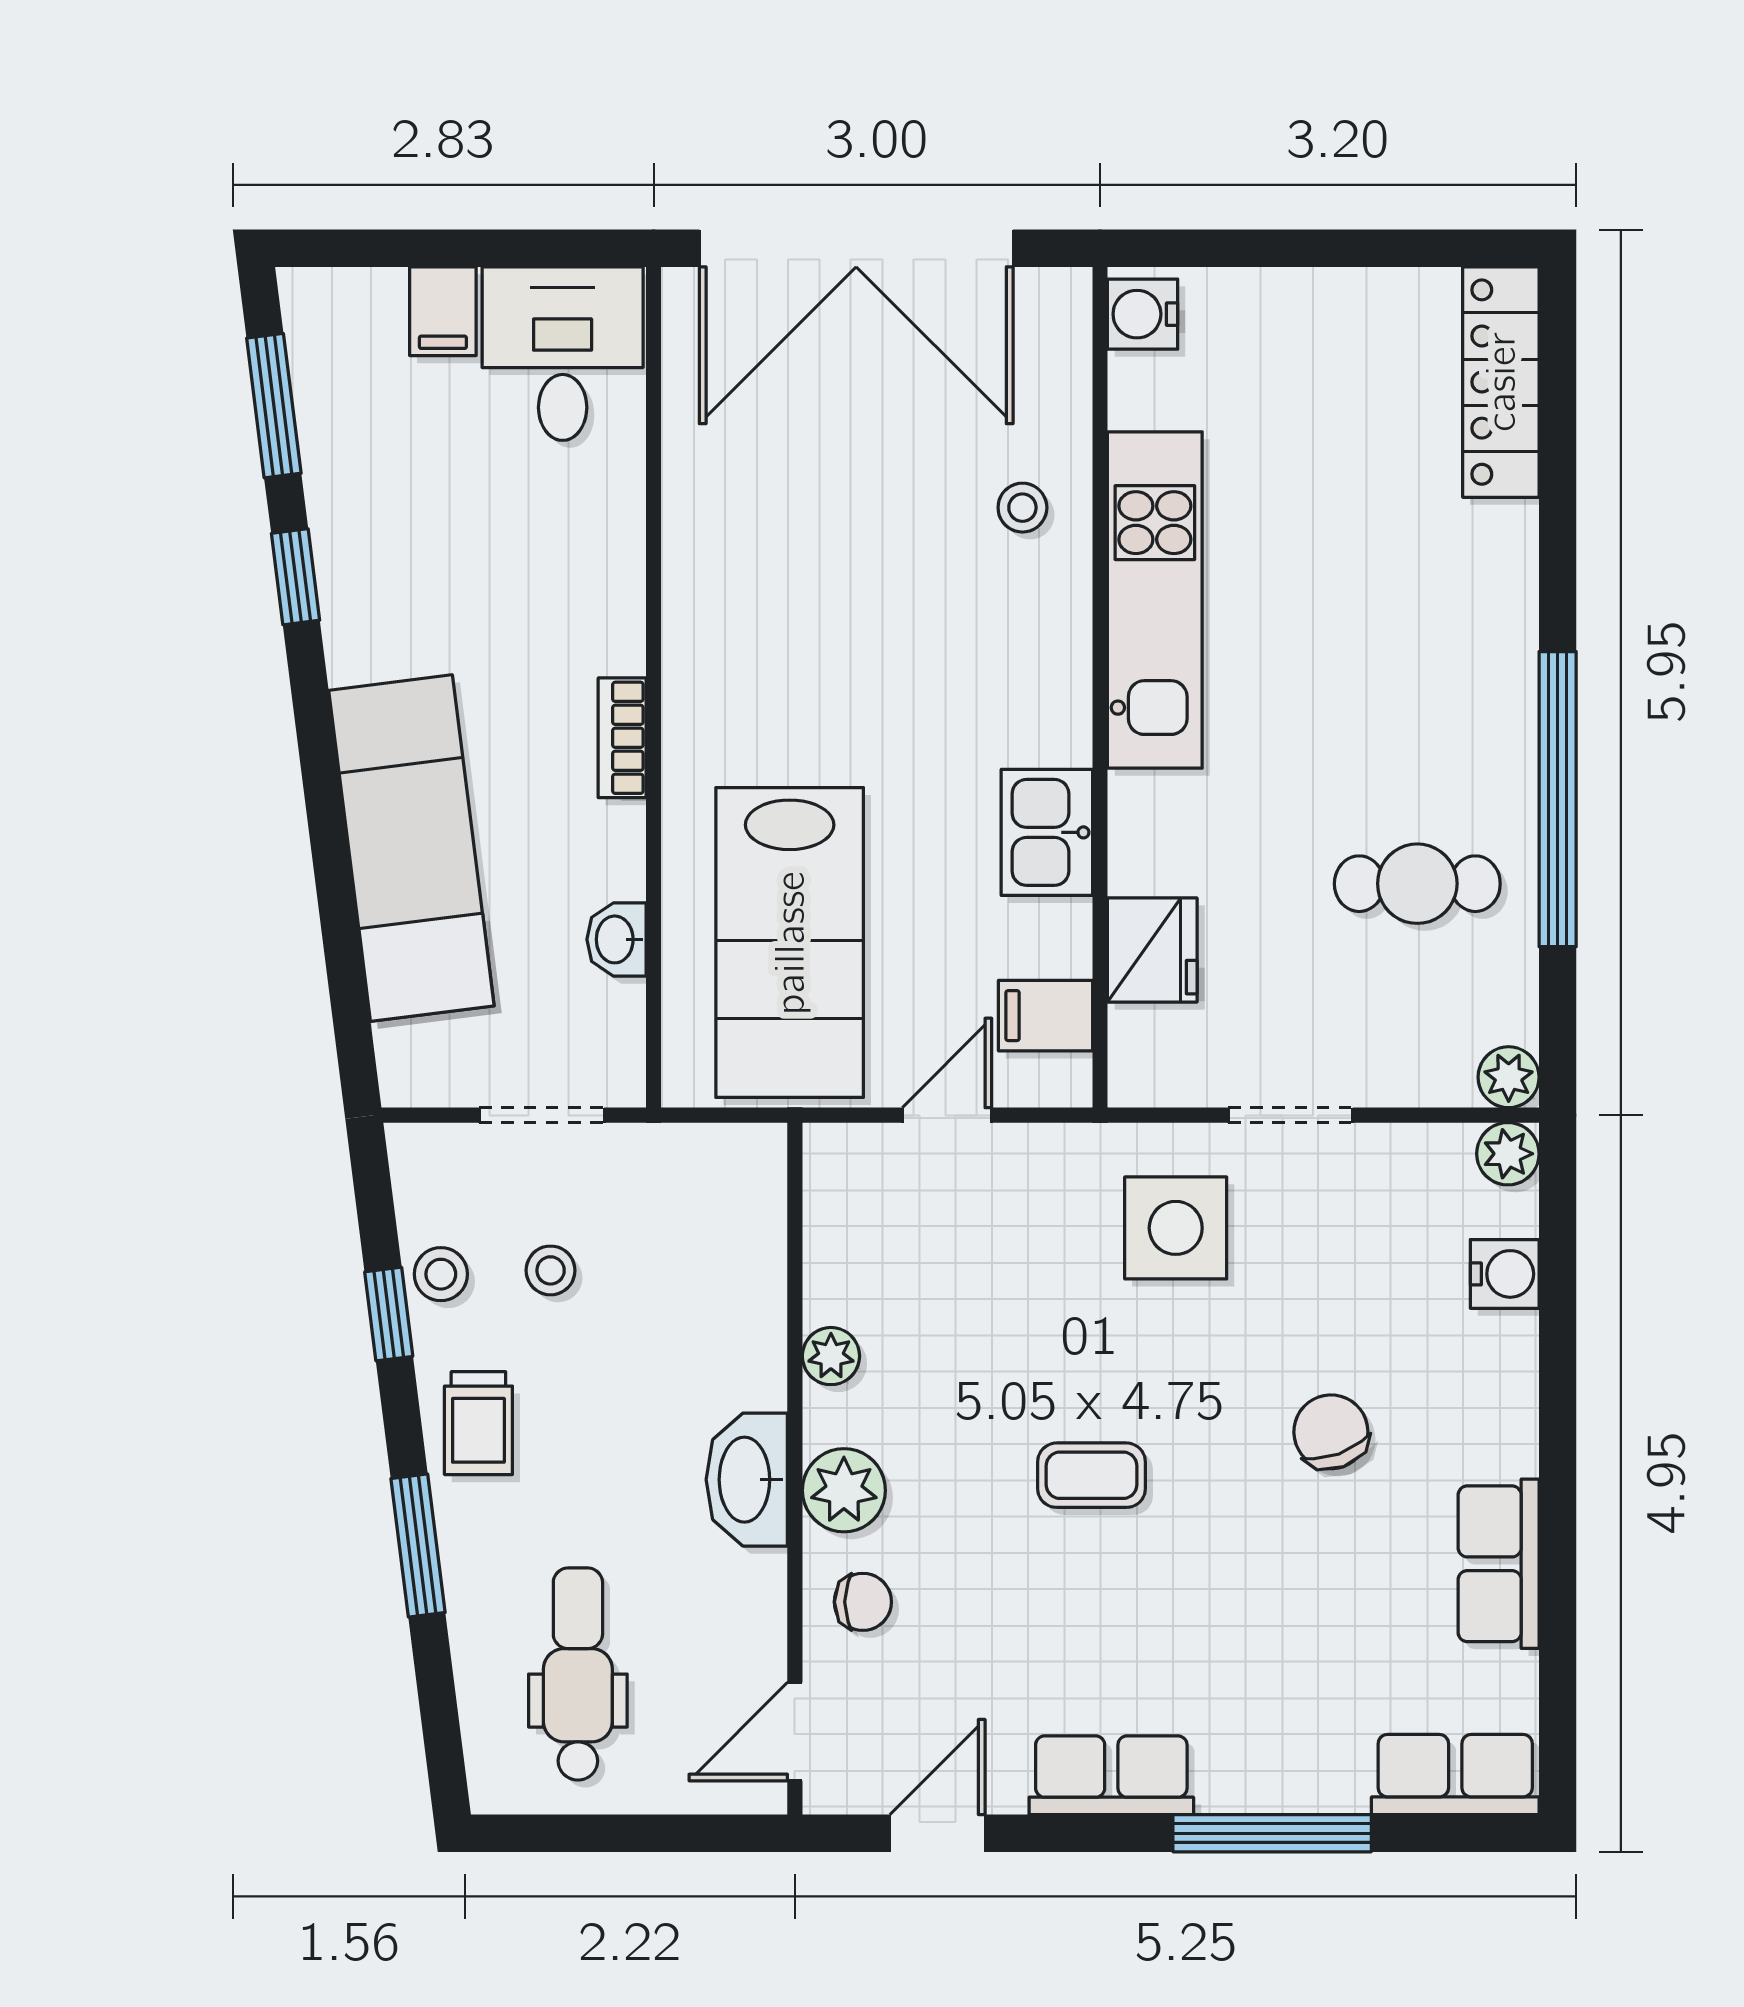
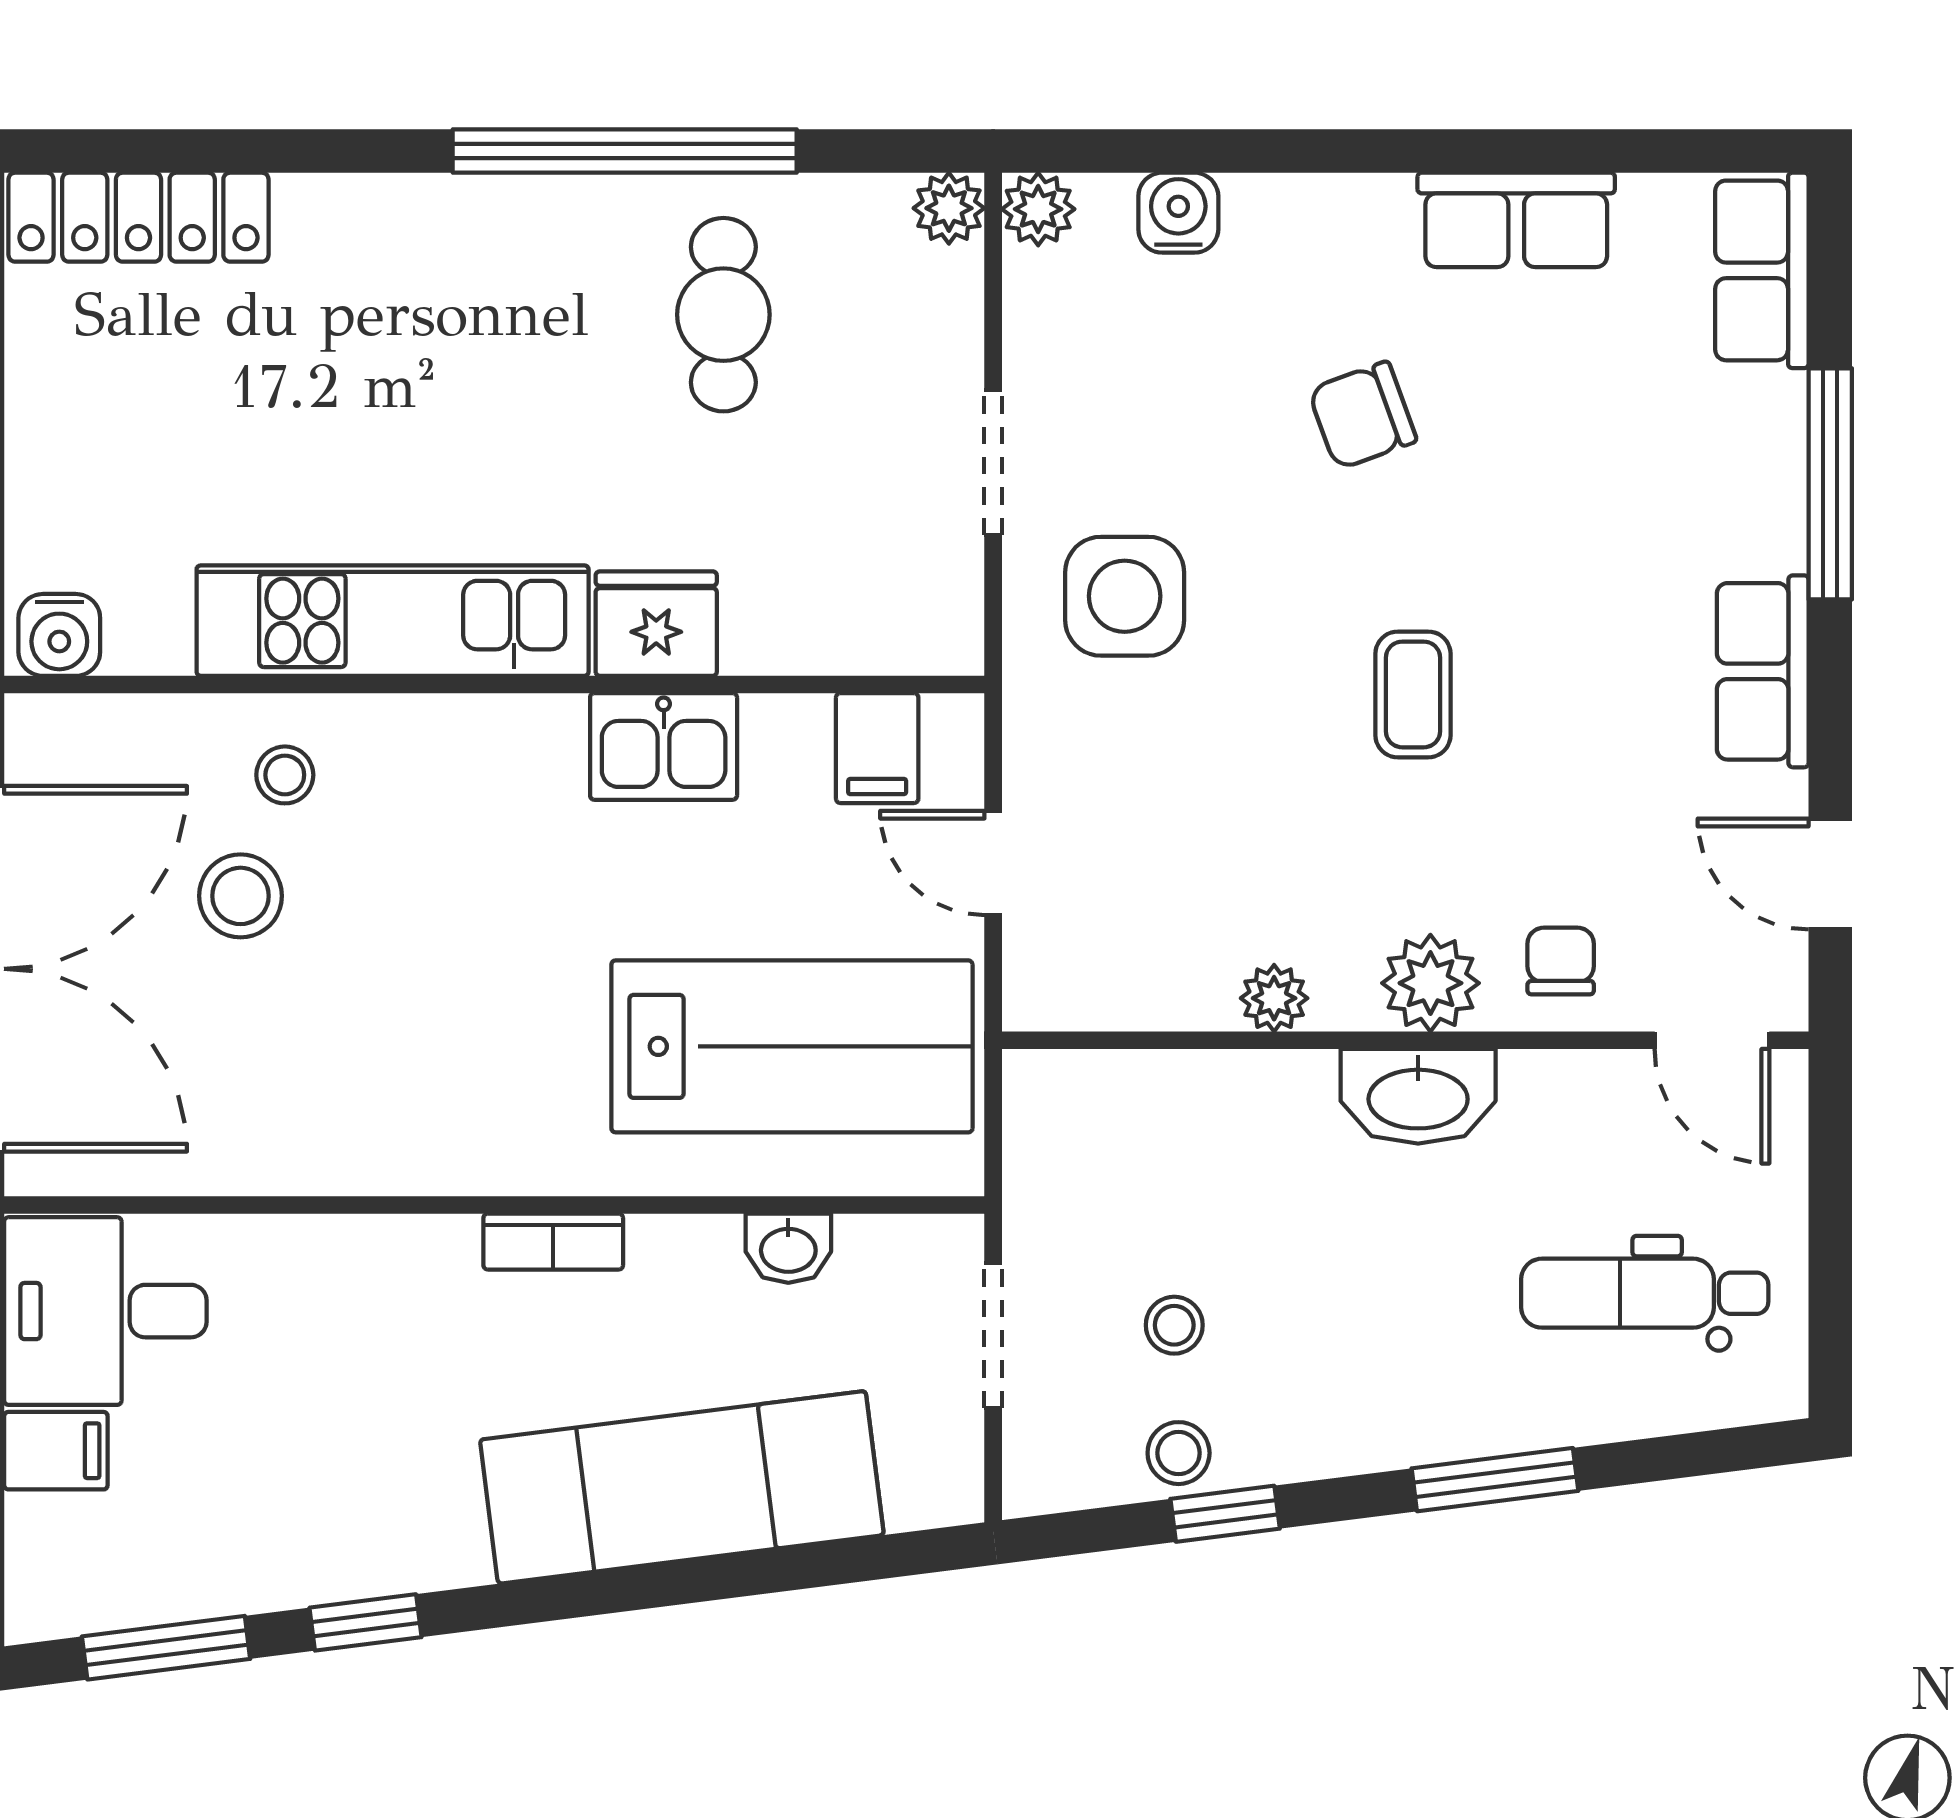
stool: (919, 470) -> (241, 896), added
fridge: (1152, 950) -> (656, 624), moved
trolley: (478, 1423) -> (1352, 1409), removed

